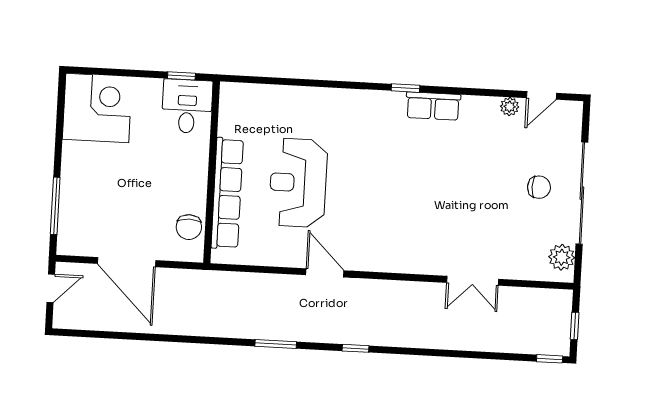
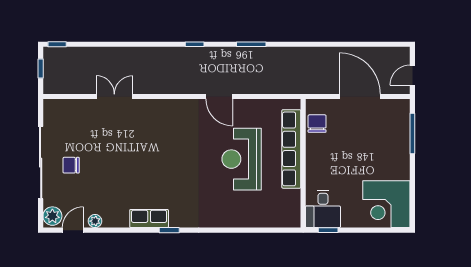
reception desk: (298, 183) -> (242, 159), turned 180
plant: (562, 257) -> (52, 216), moved

